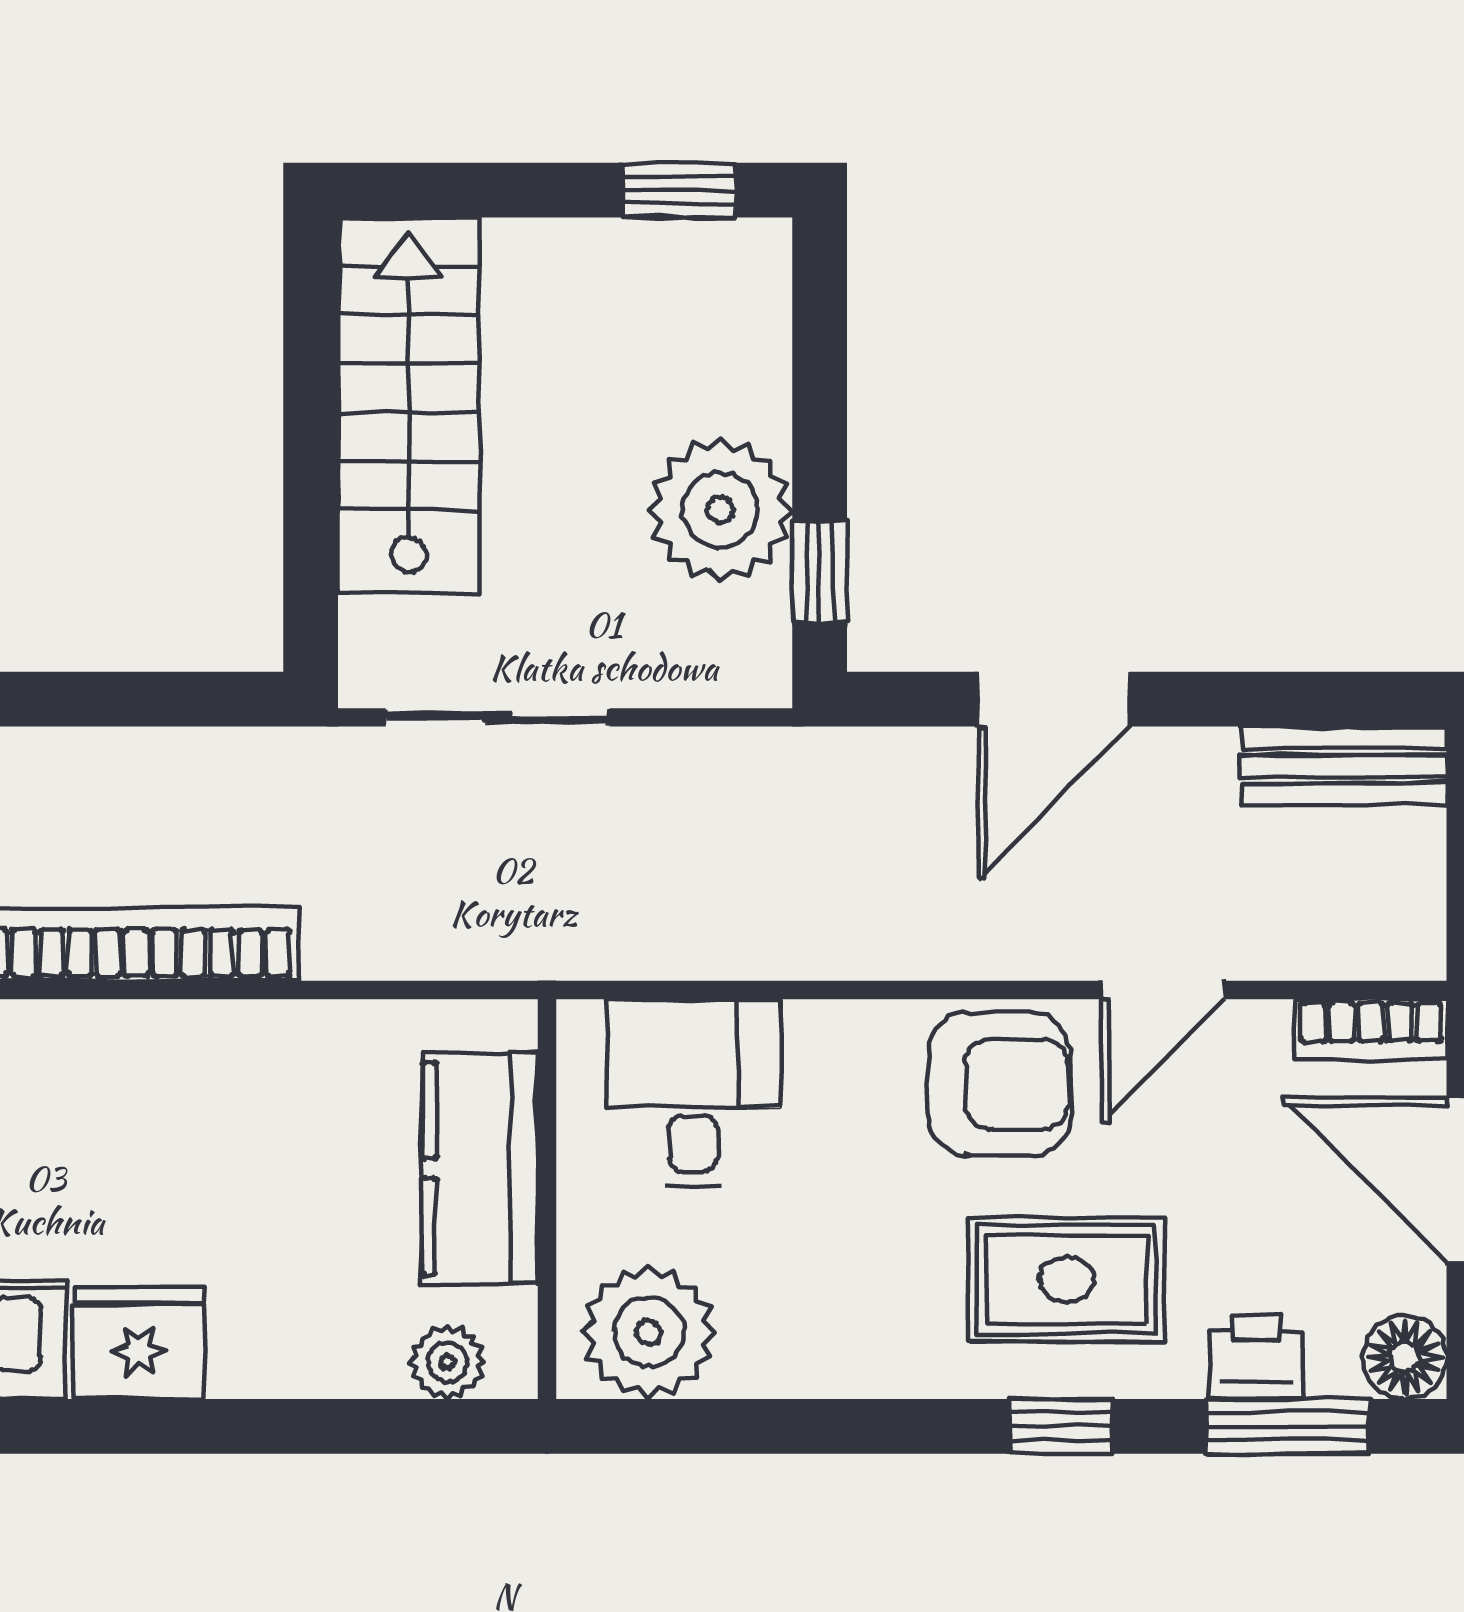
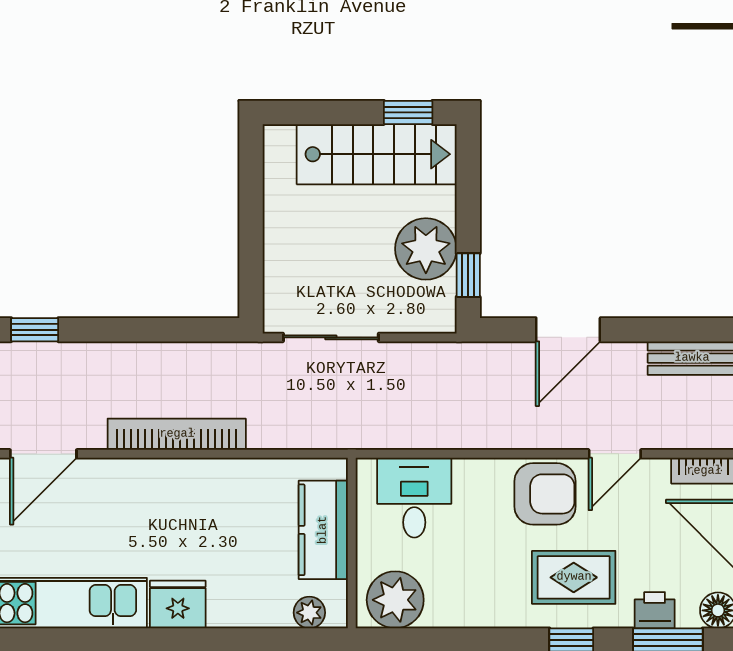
stairs: (409, 405) -> (377, 154), moved, turned 90

